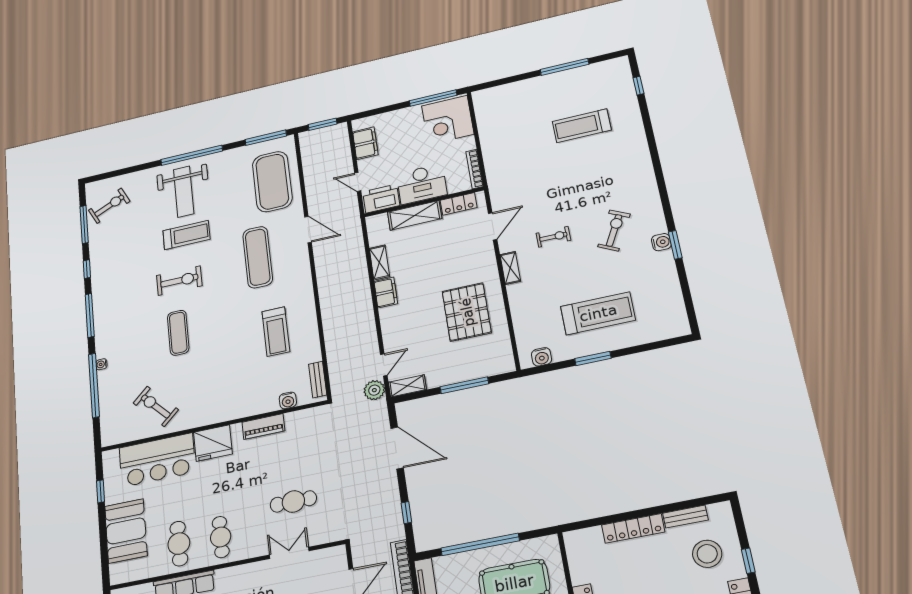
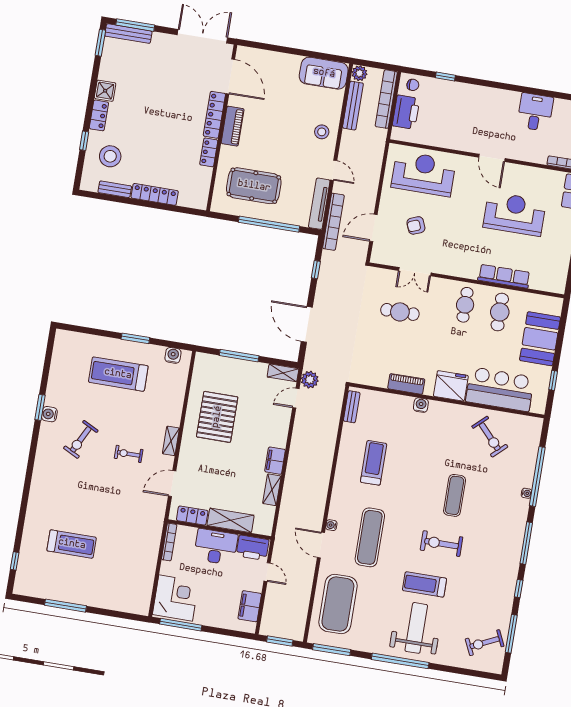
water cooler: (303, 253) -> (331, 525), added
water cooler: (288, 400) -> (421, 405), moved

